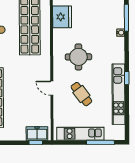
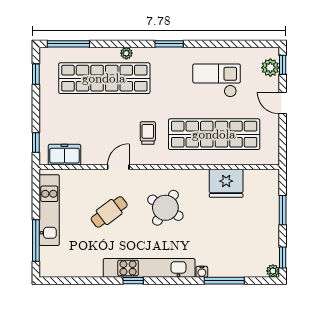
round table: (78, 57) -> (165, 208), turned 32
trolley: (29, 69) -> (148, 133), added
kitchen unit: (118, 94) -> (149, 268), moved
freezer: (37, 134) -> (64, 155), moved, turned -90

